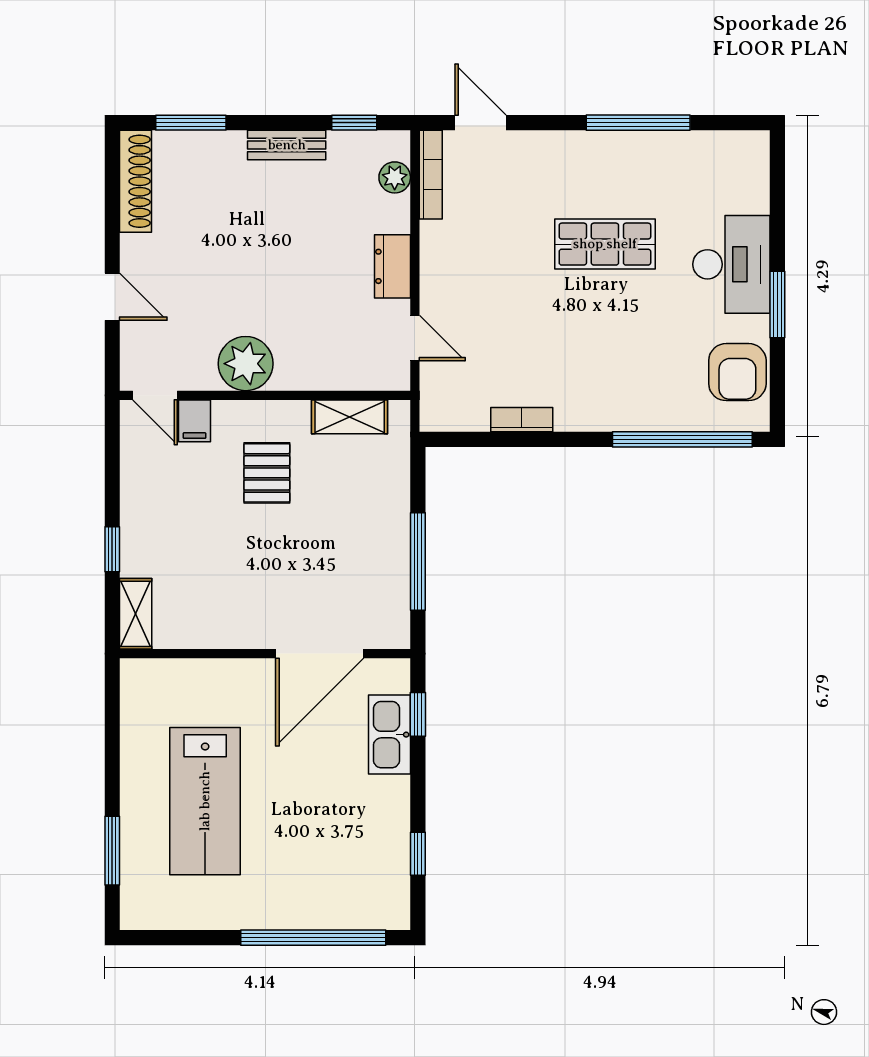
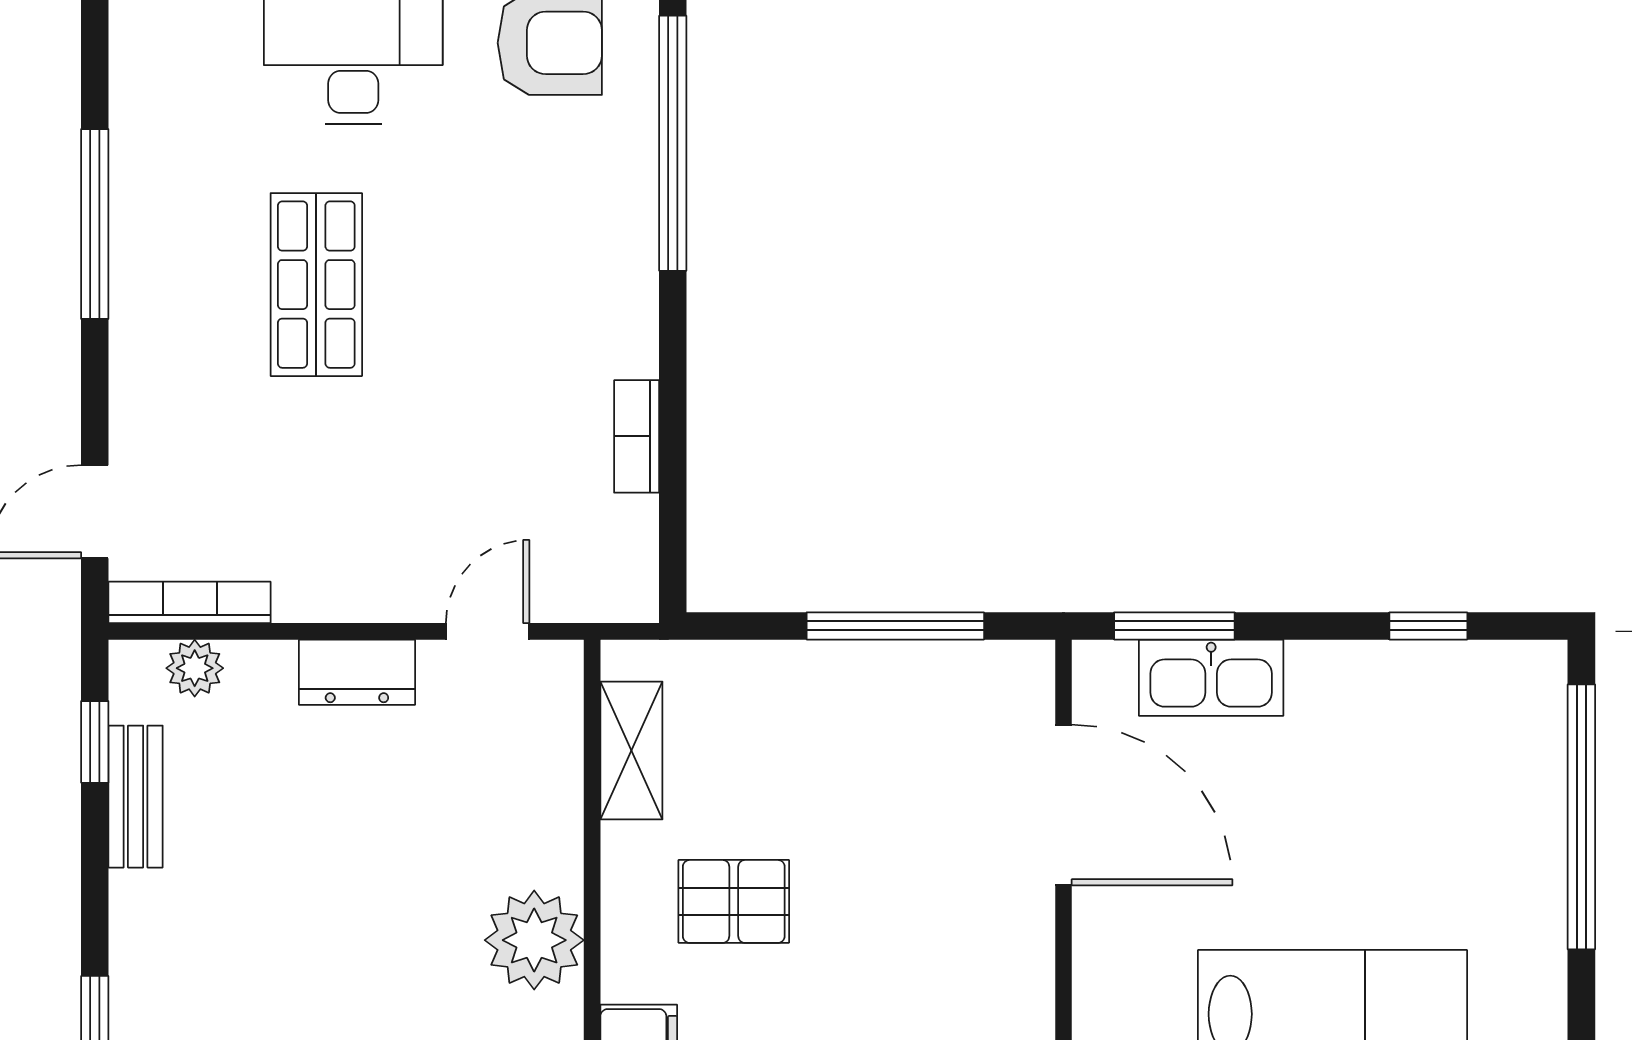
bench: (287, 145) -> (136, 797), moved
window: (418, 714) -> (1174, 626), width x1.50

